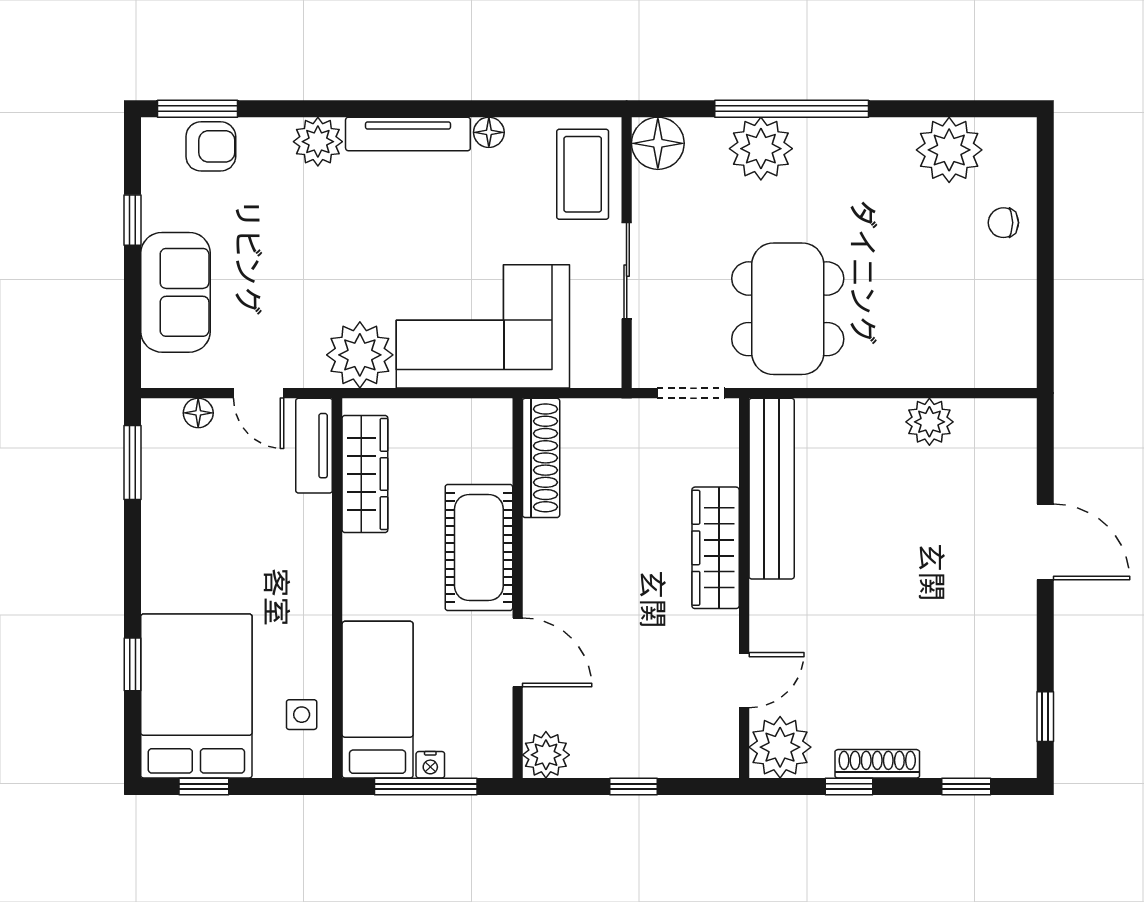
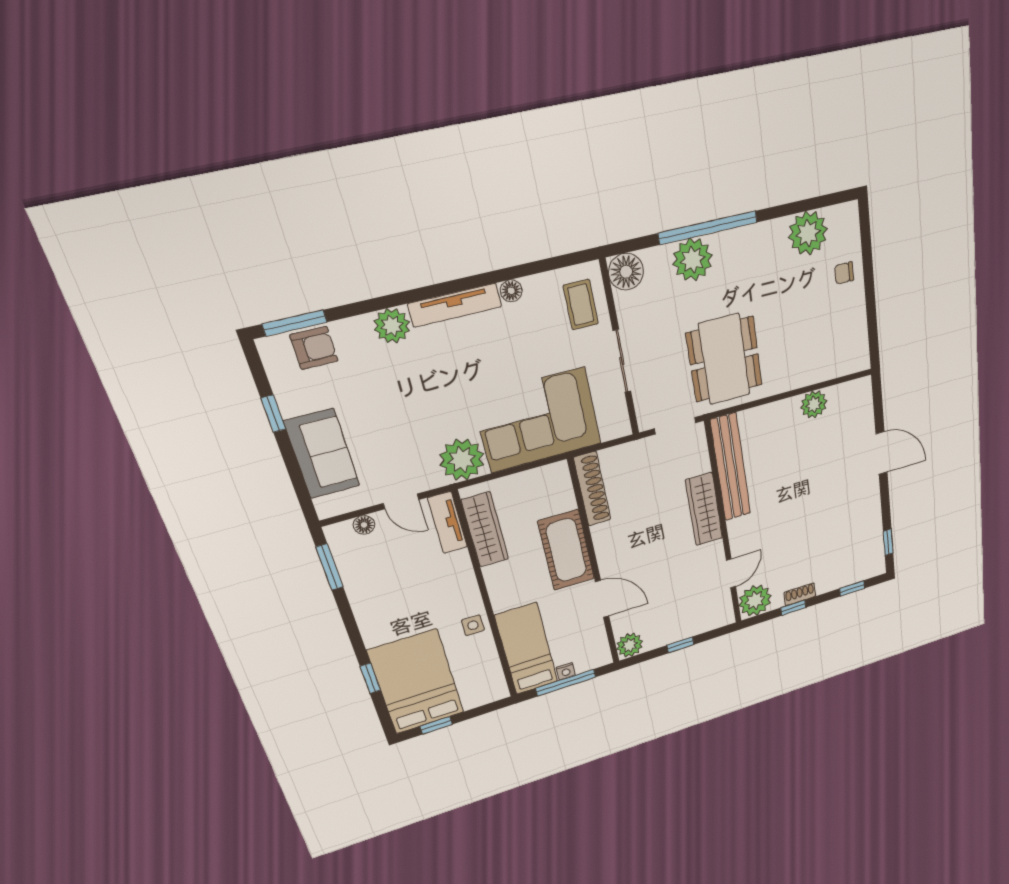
coffee table: (583, 174) -> (581, 305), width x0.73, depth x0.77
side table: (302, 715) -> (473, 625), moved
shoe rack: (877, 764) -> (800, 594), width x0.70

